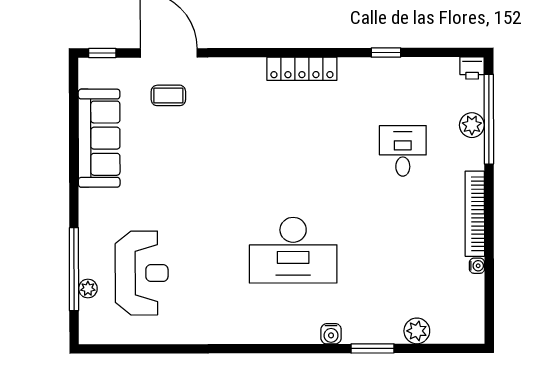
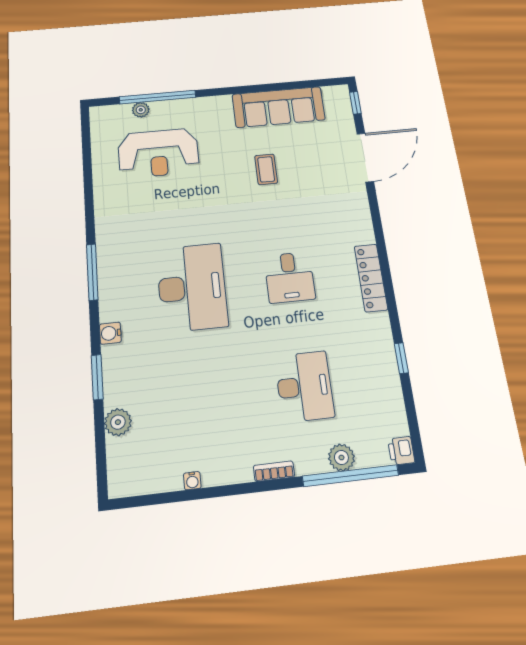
coffee table: (168, 95) -> (266, 169), moved
desk: (293, 151) -> (290, 277), added
desk: (403, 151) -> (304, 386), width x1.37
bookcase: (475, 214) -> (274, 471), width x0.43, depth x0.76
desk: (293, 250) -> (192, 287), turned 180
window: (267, 349) -> (92, 272), added

